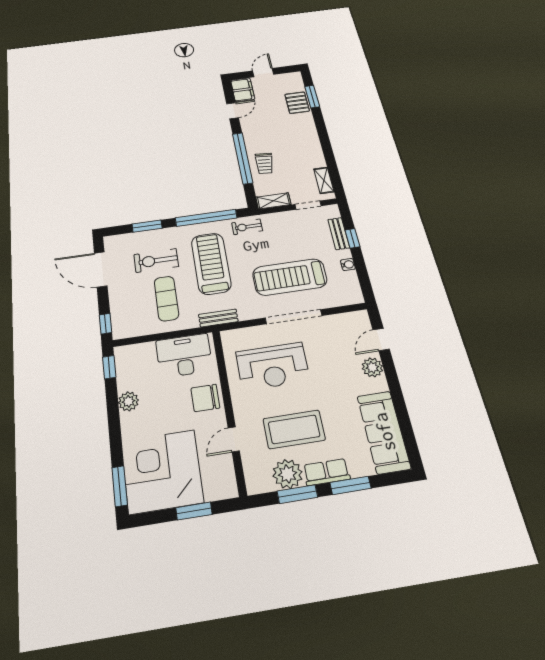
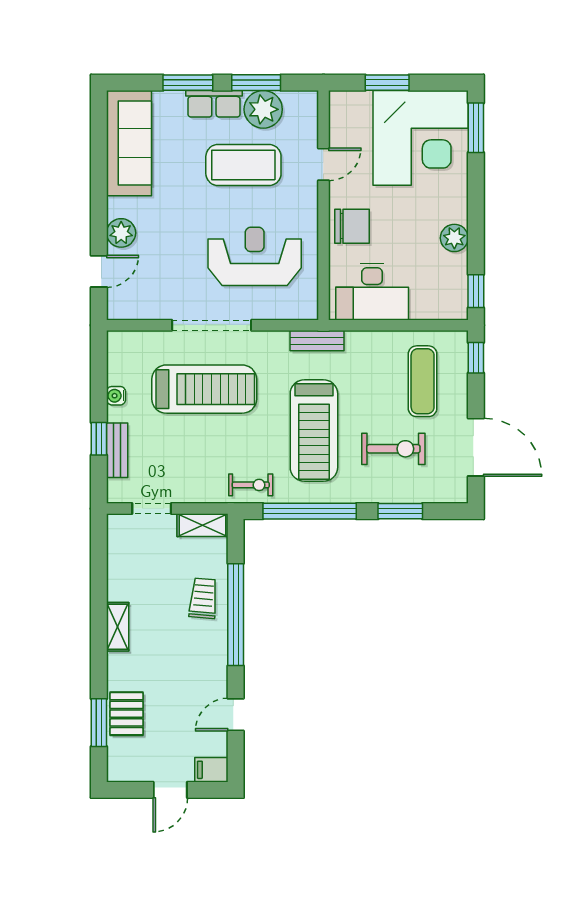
filing cabinet: (243, 90) -> (211, 770), width x0.50
shelving: (324, 180) -> (118, 627), moved
exercise mat: (166, 298) -> (423, 381), moved

